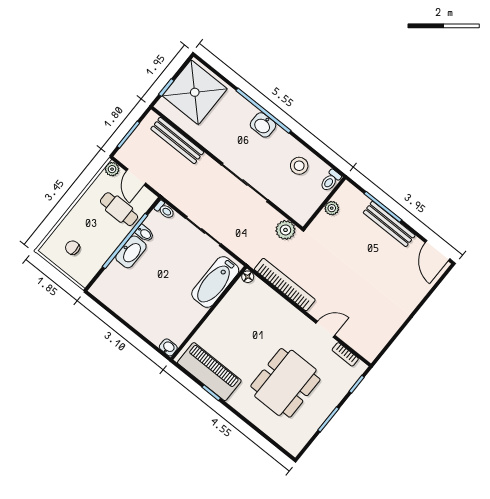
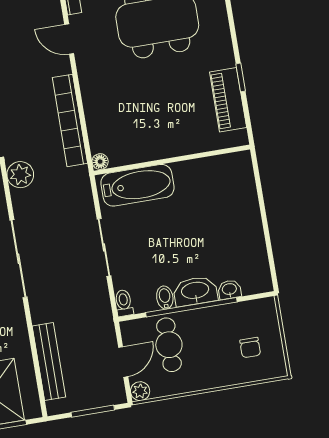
washbasin: (168, 347) -> (229, 290), moved, turned 90
piano: (209, 372) -> (228, 100), width x0.73, depth x0.75

